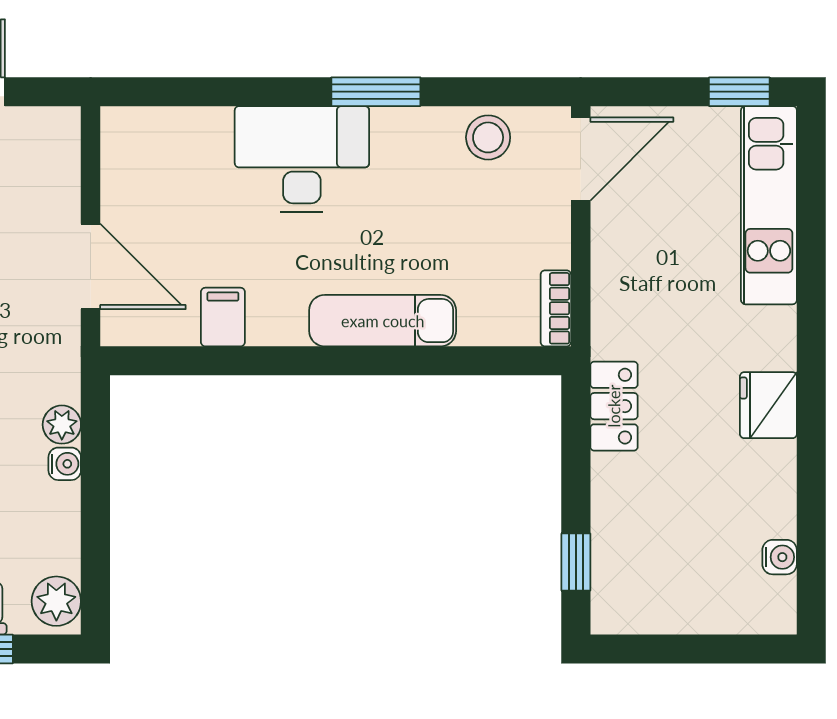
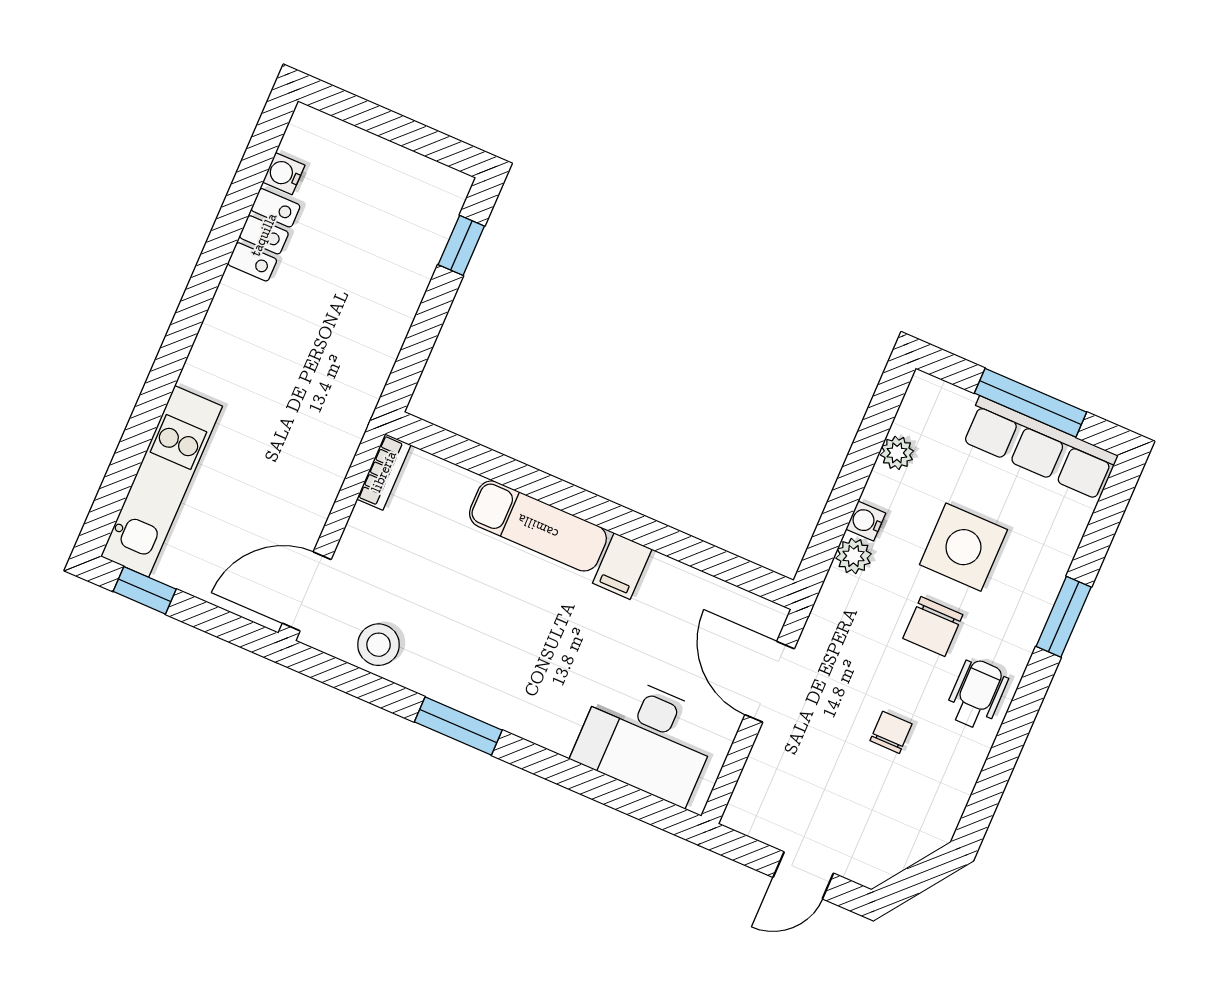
desk: (302, 159) -> (647, 739), moved
filing cabinet: (223, 317) -> (622, 566), moved
fridge: (768, 405) -> (237, 309), removed
locker: (614, 406) -> (264, 235), moved, turned 180
plant: (56, 601) -> (897, 453), moved, width x0.73, depth x0.73

